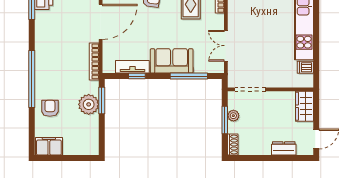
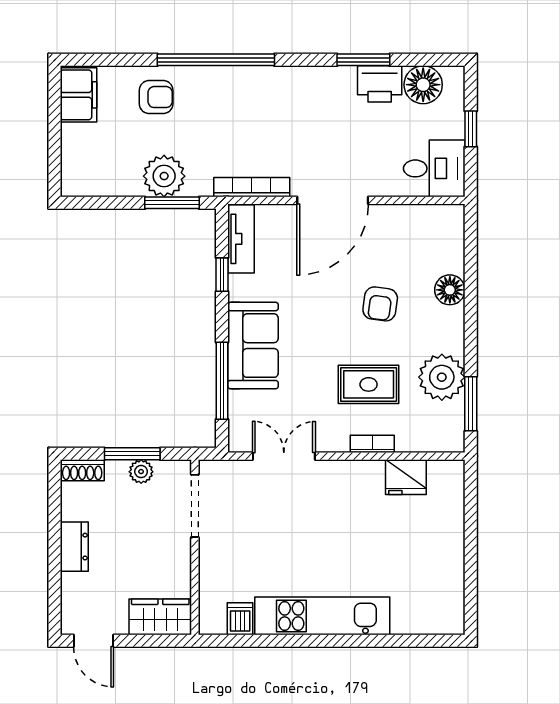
door: (101, 22) -> (333, 200), hinge flipped
tv unit: (132, 67) -> (241, 239), moved
dresser: (284, 148) -> (74, 547), moved

